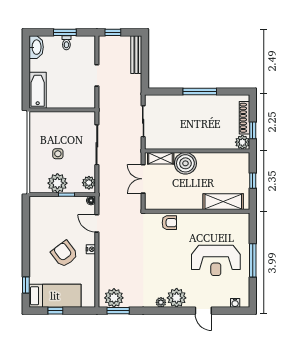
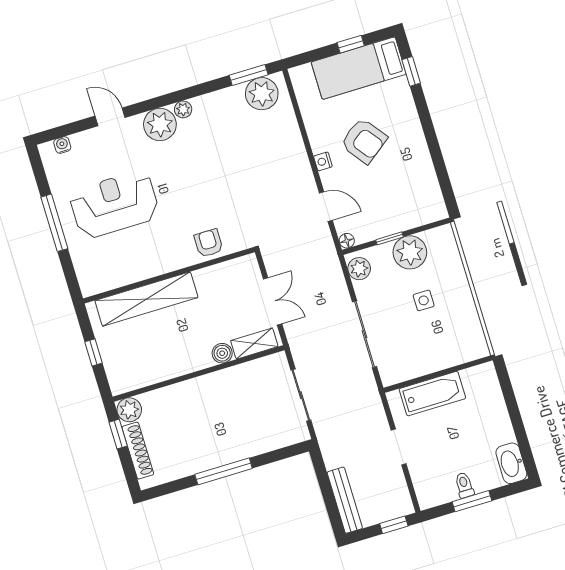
bathtub: (38, 90) -> (432, 394), moved, turned -90
boiler: (185, 163) -> (222, 353), width x0.54, depth x0.54
shelving: (223, 202) -> (146, 299), width x1.47
armchair: (169, 223) -> (209, 243), turned 90

